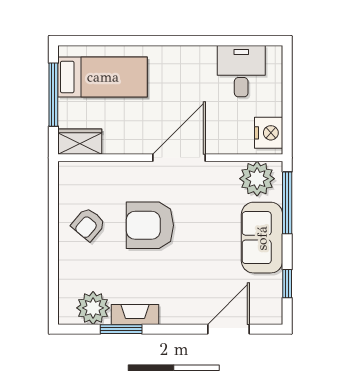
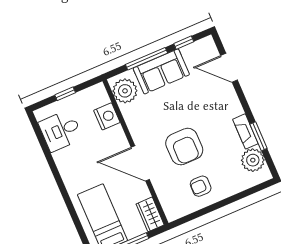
window: (287, 98) -> (65, 94), added
nightstand: (269, 133) -> (107, 116), moved, turned 90
door: (179, 158) -> (140, 163), moved
window: (287, 203) -> (146, 59), moved
armchair: (88, 224) -> (201, 186), turned 140

